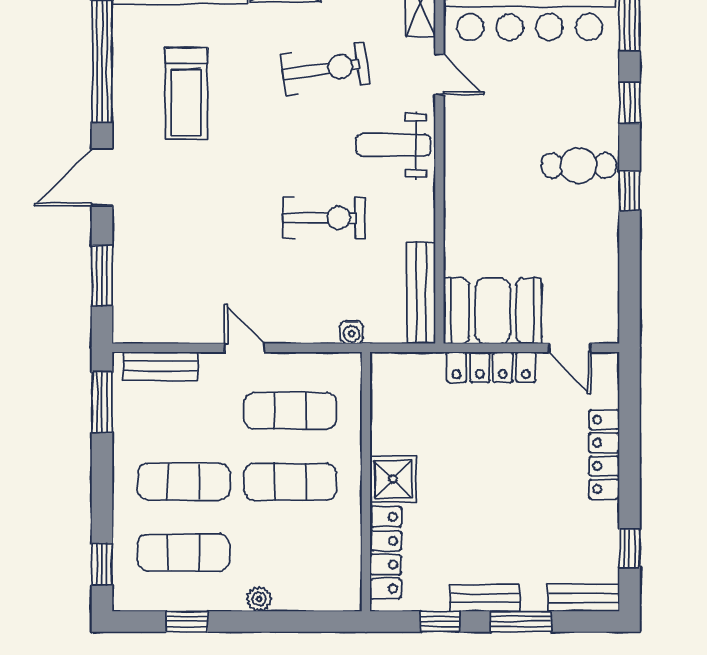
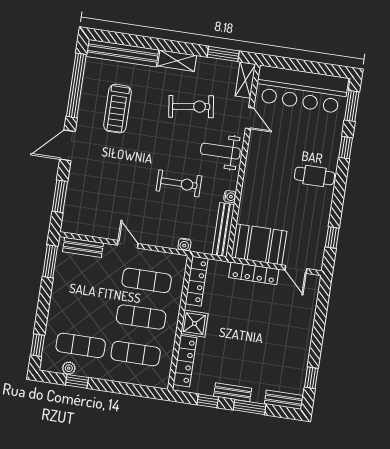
window: (629, 191) -> (332, 238), moved
water cooler: (424, 228) -> (230, 197), added
locker: (604, 454) -> (197, 281), moved, turned 180
exercise mat: (184, 482) -> (136, 354), moved
plant: (259, 599) -> (69, 368), moved

